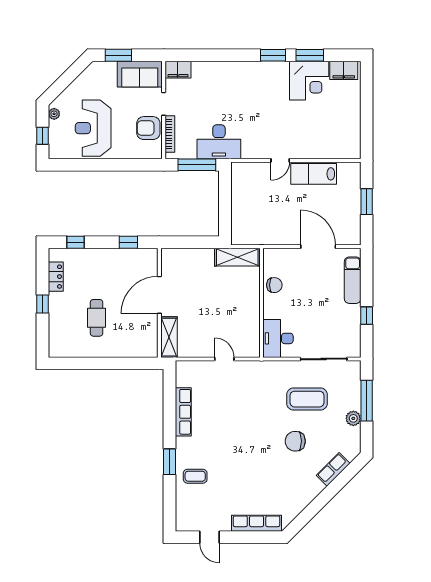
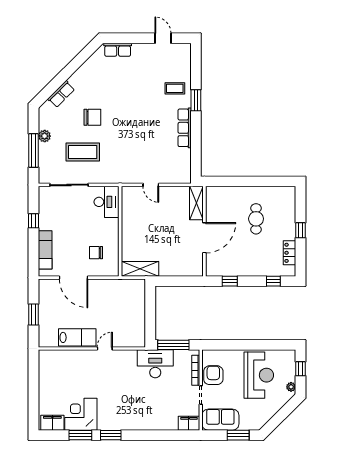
armchair: (148, 128) -> (213, 375), turned -90
chair: (274, 285) -> (96, 253), moved
row of seats: (183, 412) -> (185, 128), moved
row of seats: (257, 523) -> (118, 50), width x0.68

